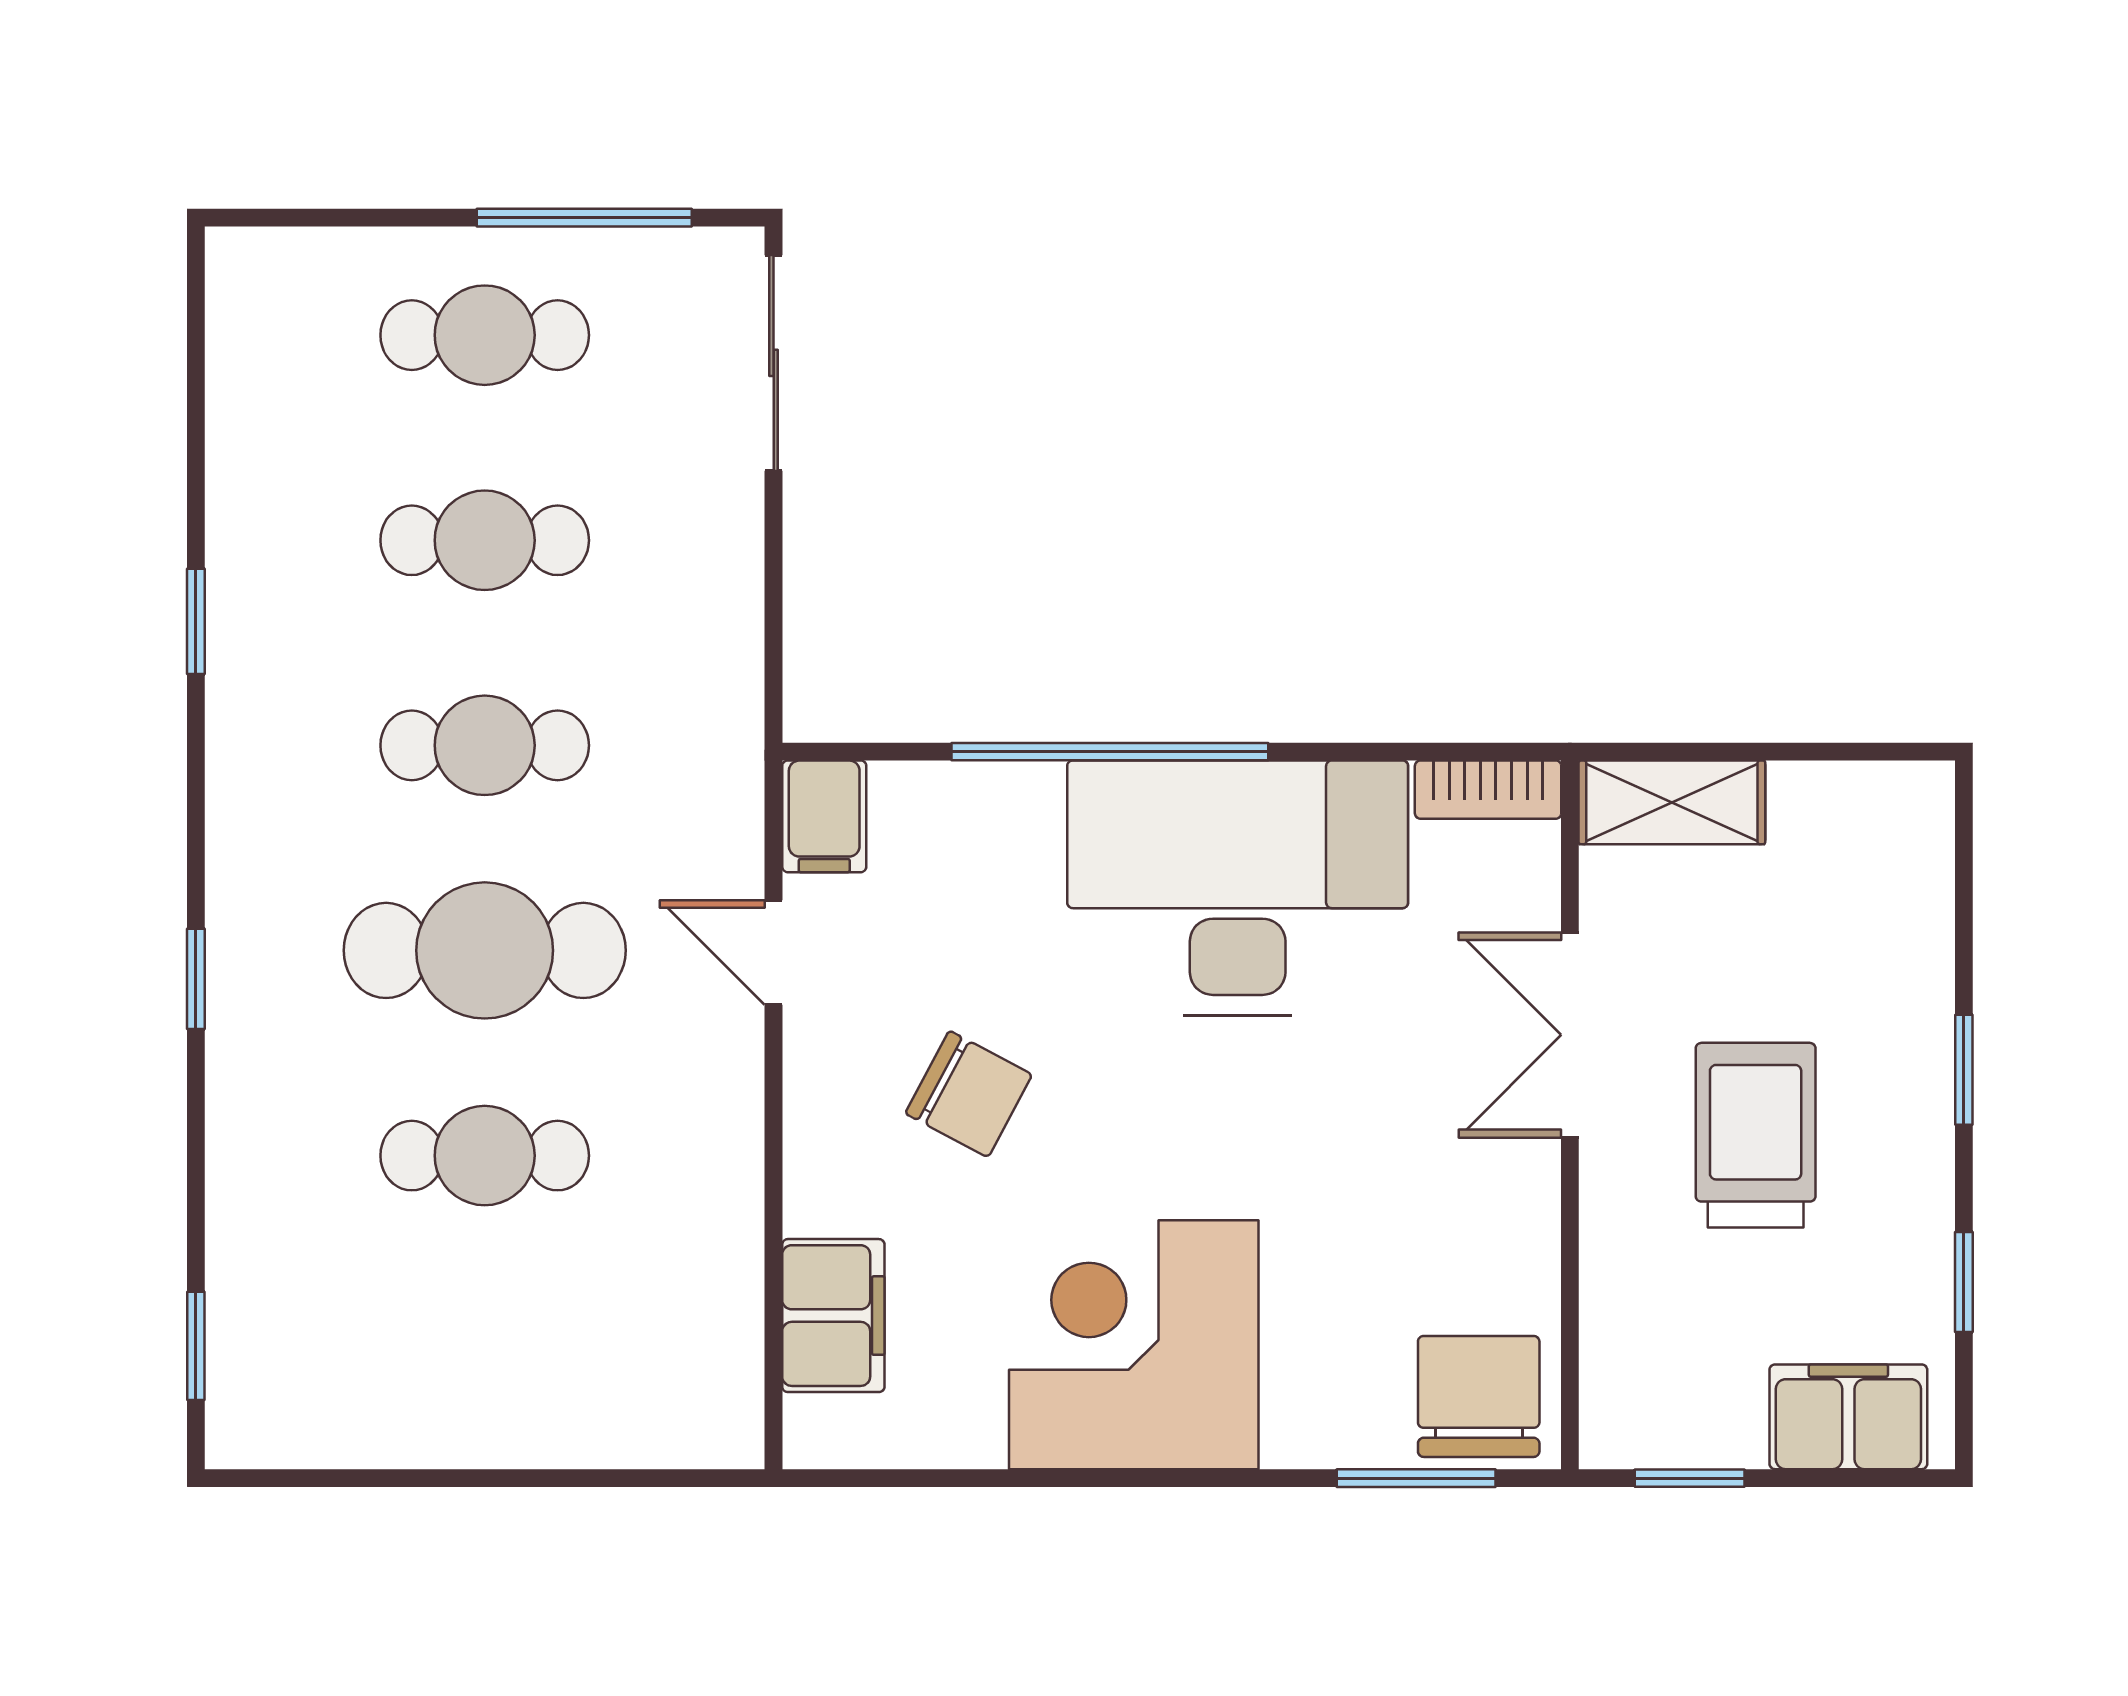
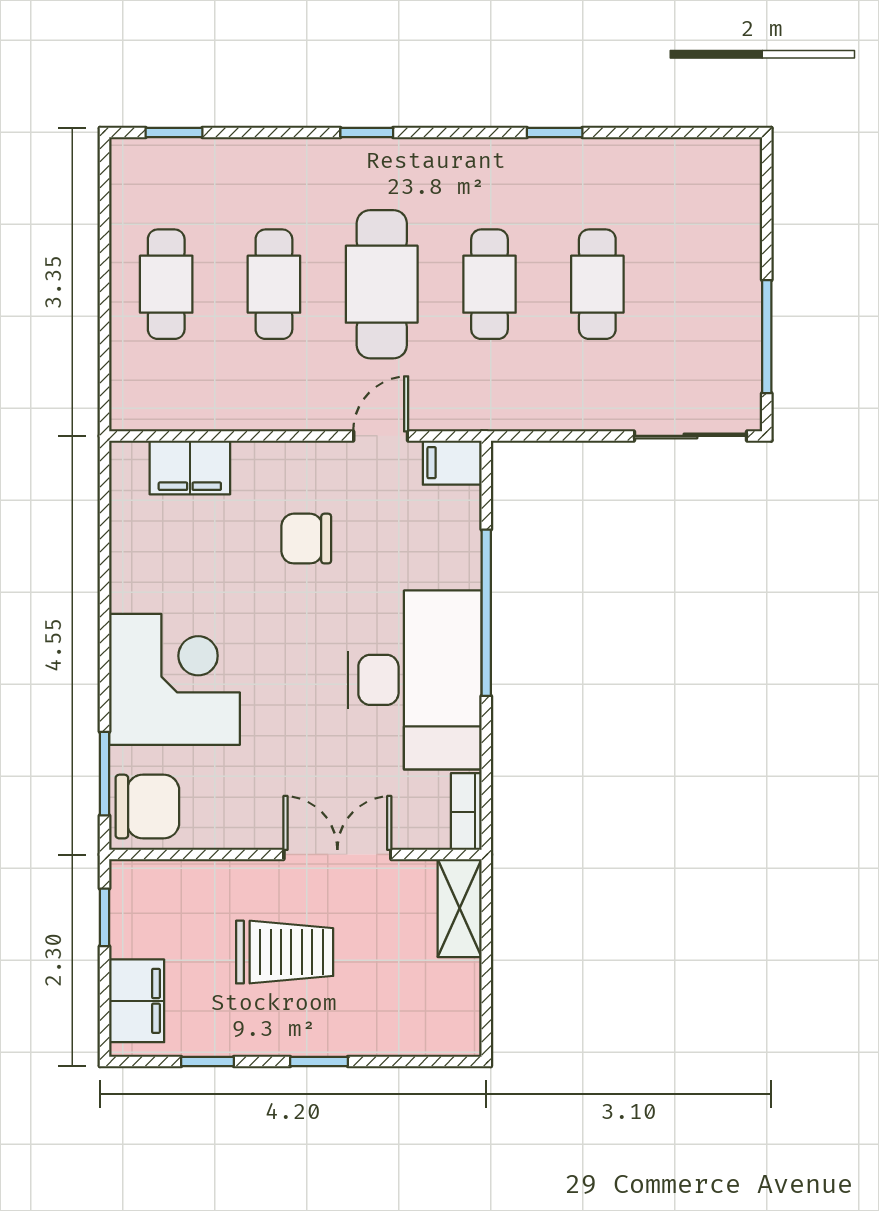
cafe table: (485, 335) -> (166, 284), moved
chair: (969, 1094) -> (306, 539), turned 62
corner desk: (1134, 1345) -> (175, 679), moved

